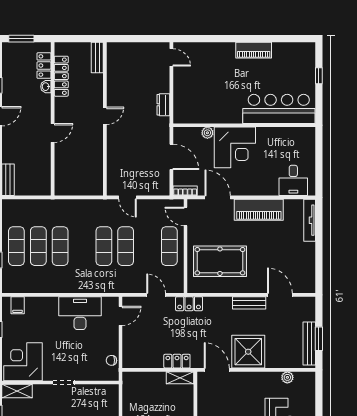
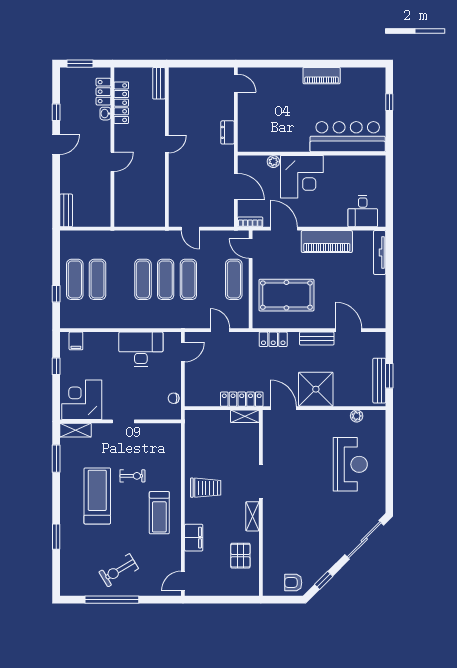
exercise mat: (60, 246) -> (143, 279), moved
locker: (189, 304) -> (273, 339), moved
locker: (177, 361) -> (242, 399), width x1.53

